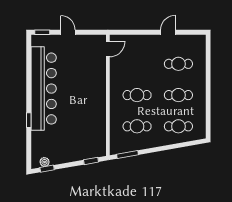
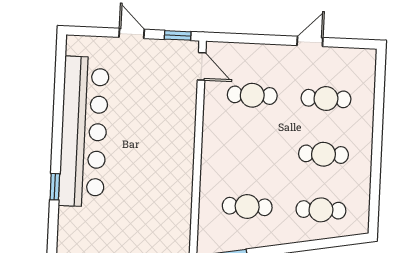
window: (42, 32) -> (178, 35), moved
door: (108, 49) -> (202, 66), hinge flipped
cafe table: (137, 95) -> (252, 95), moved

